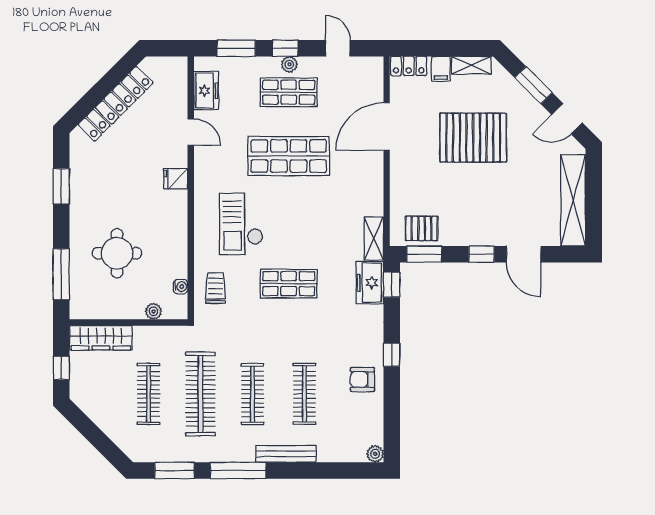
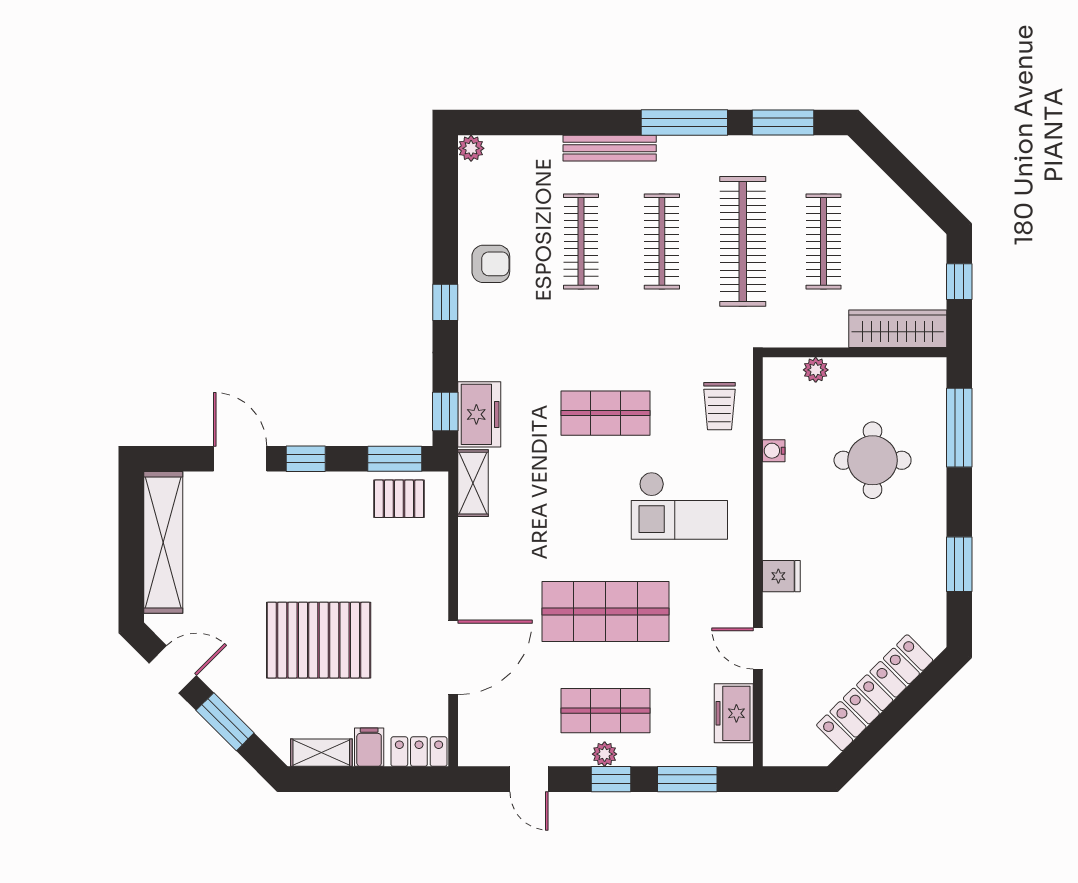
checkout: (241, 224) -> (679, 506), turned 90
water cooler: (181, 287) -> (774, 451), moved

